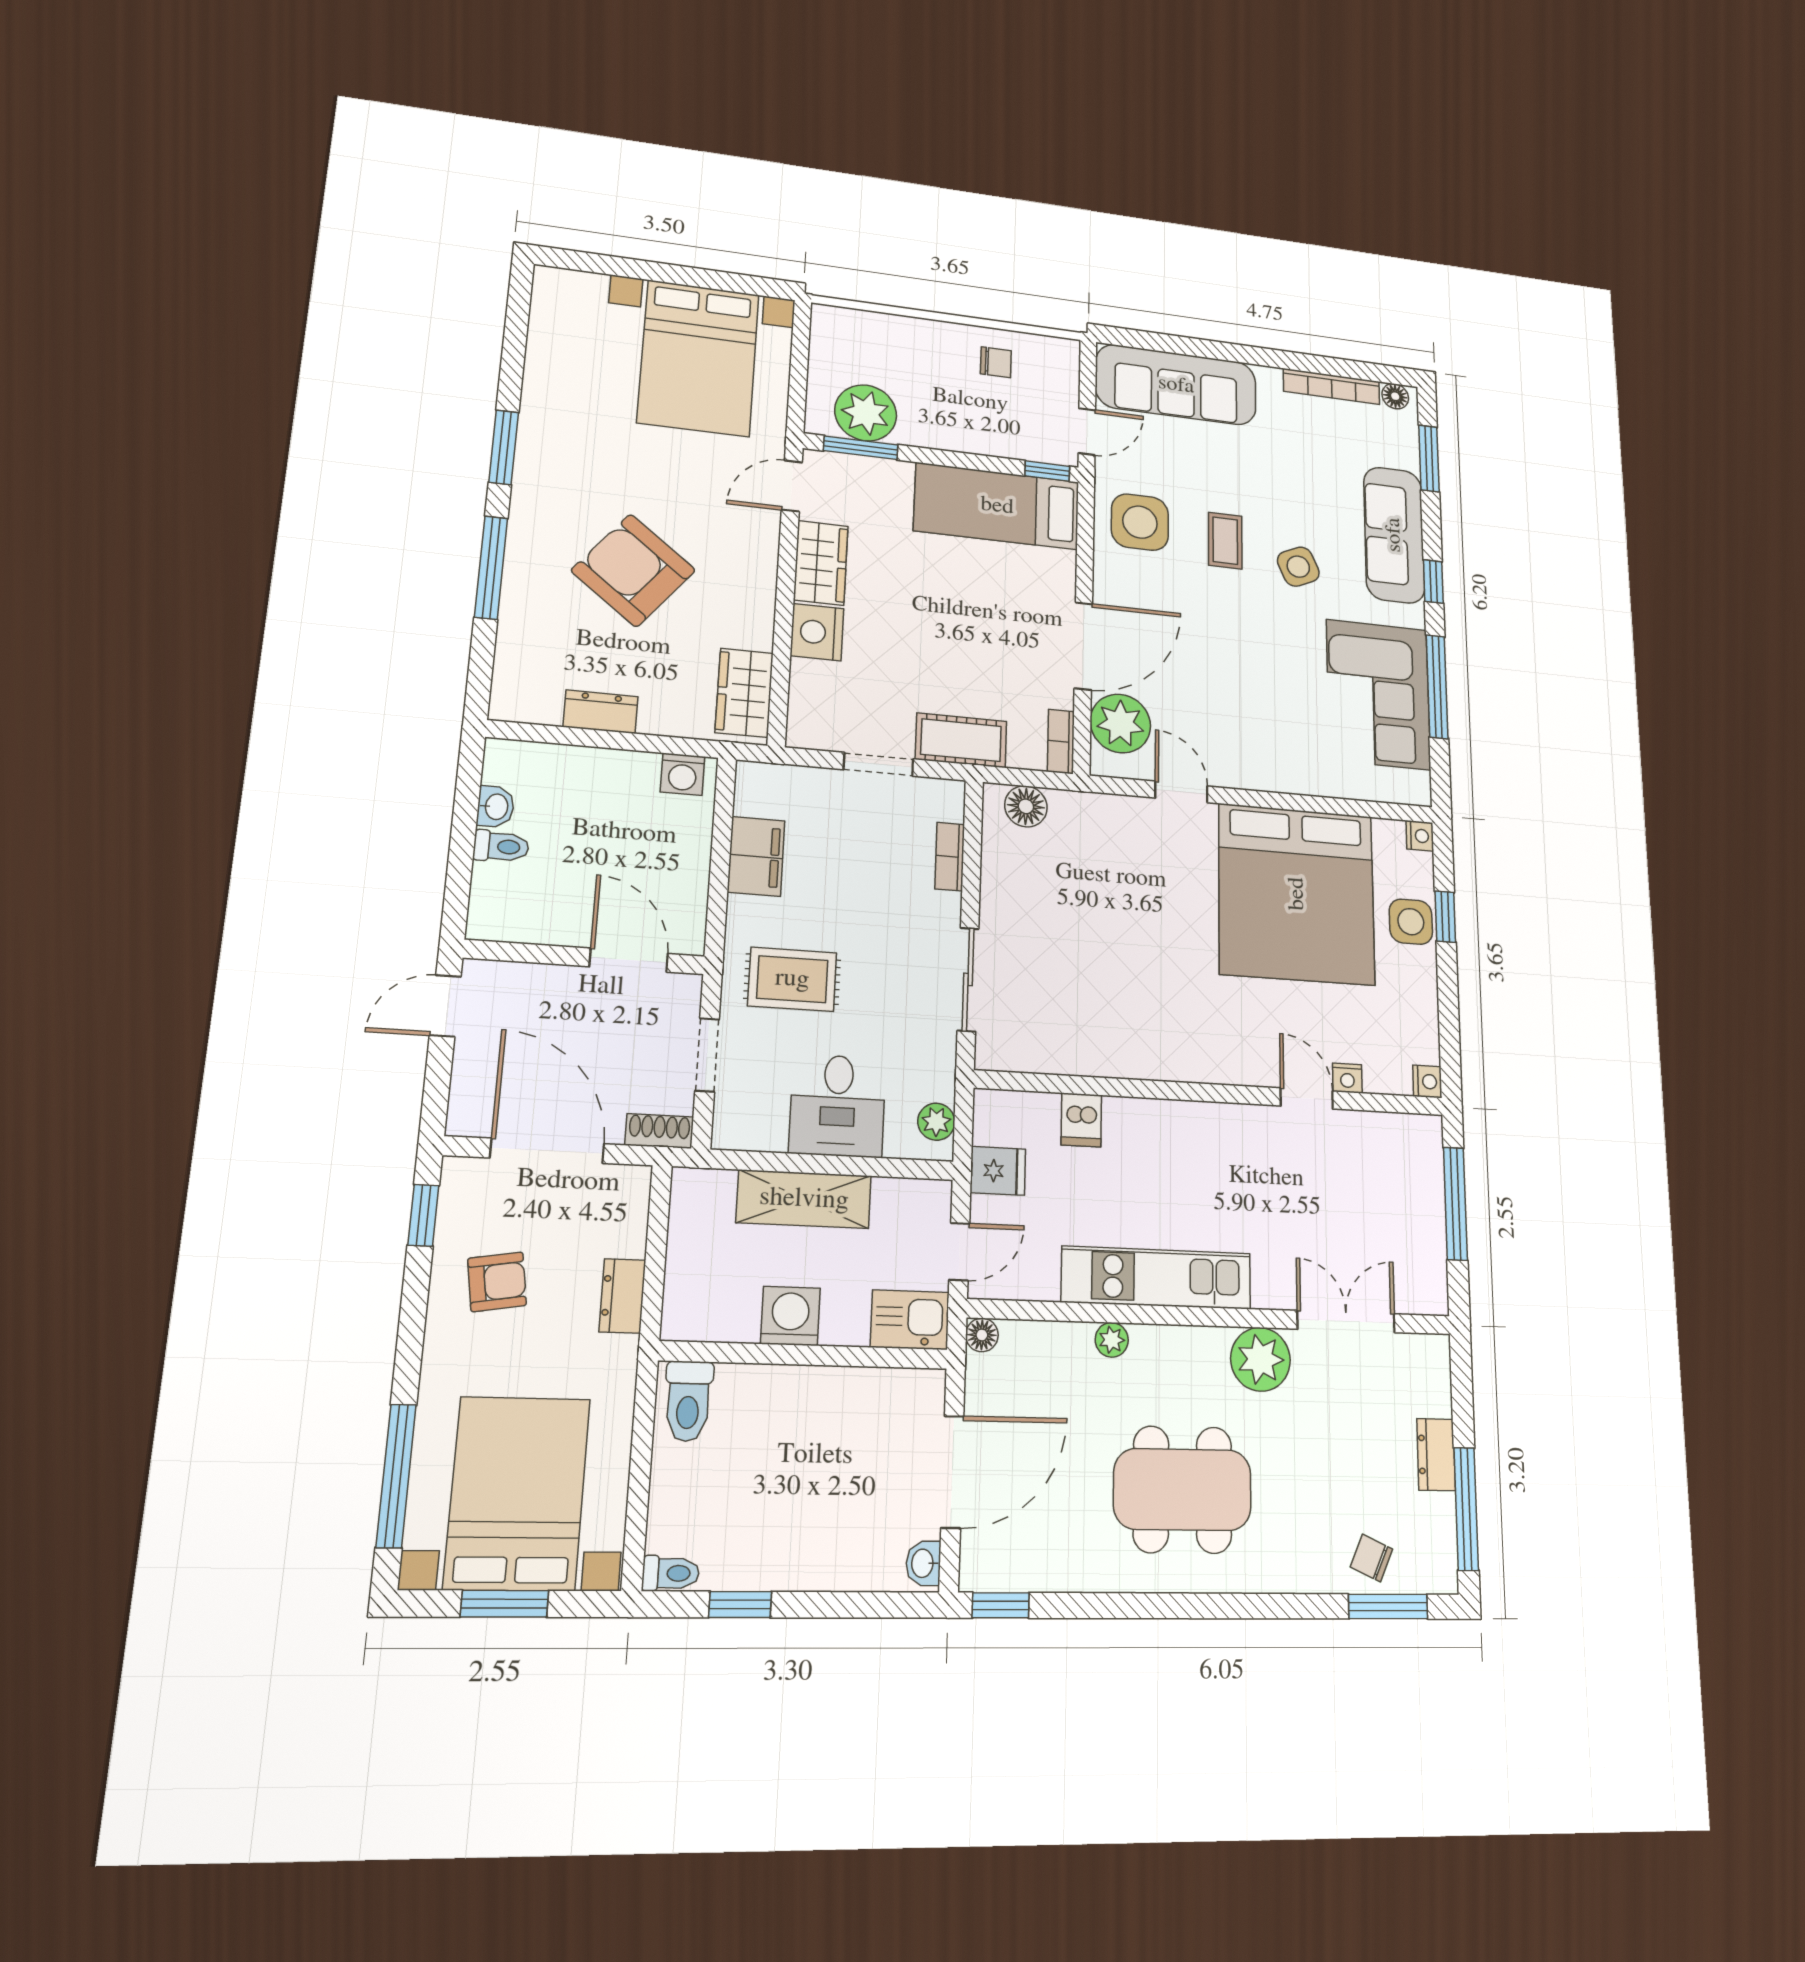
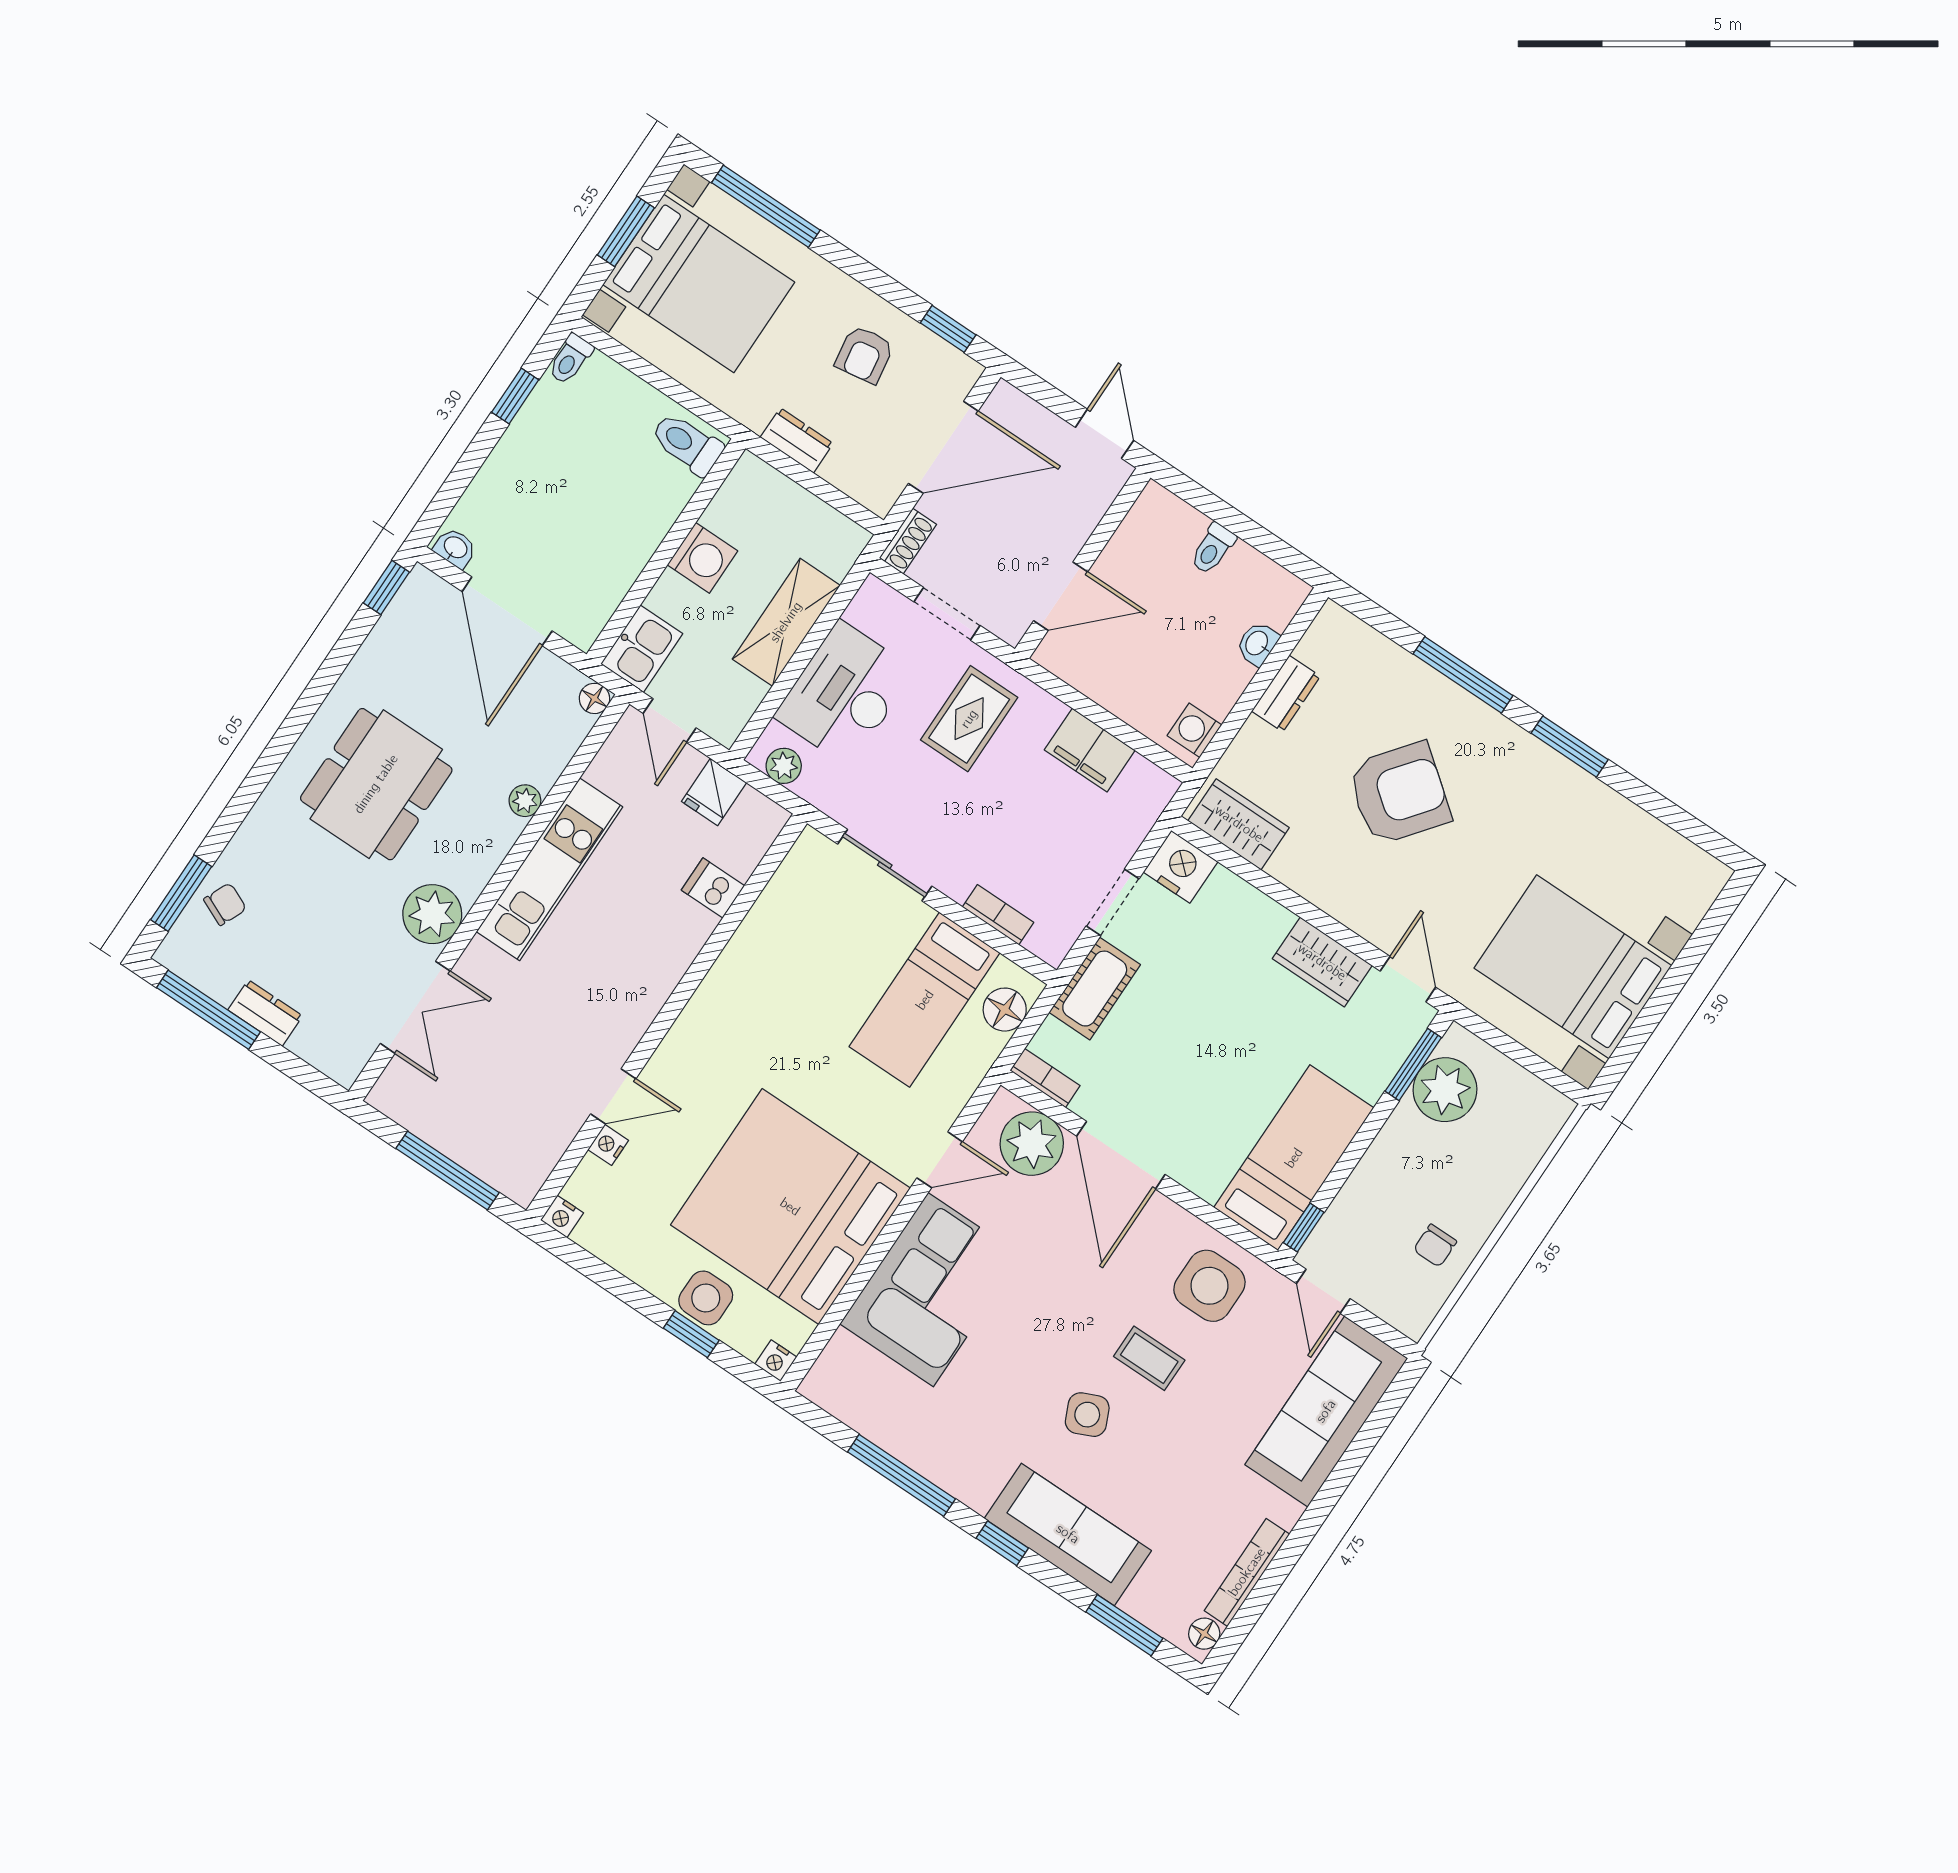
nightstand: (817, 632) -> (1181, 867), moved
corner sofa: (1378, 694) -> (931, 1290), moved, turned 90
washbasin: (496, 807) -> (1257, 644), moved, turned 90
bed: (1060, 879) -> (925, 1000), added
desk: (838, 1106) -> (844, 693), width x1.37

